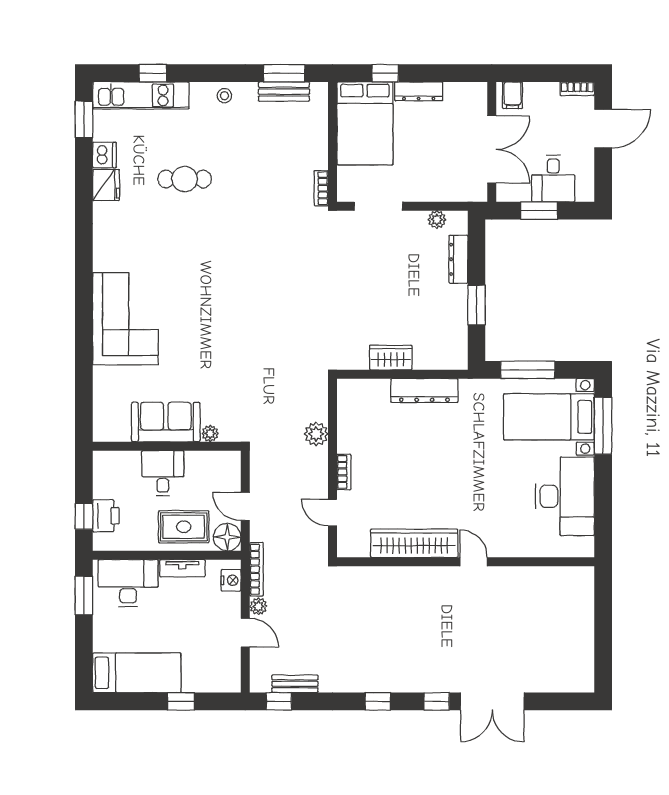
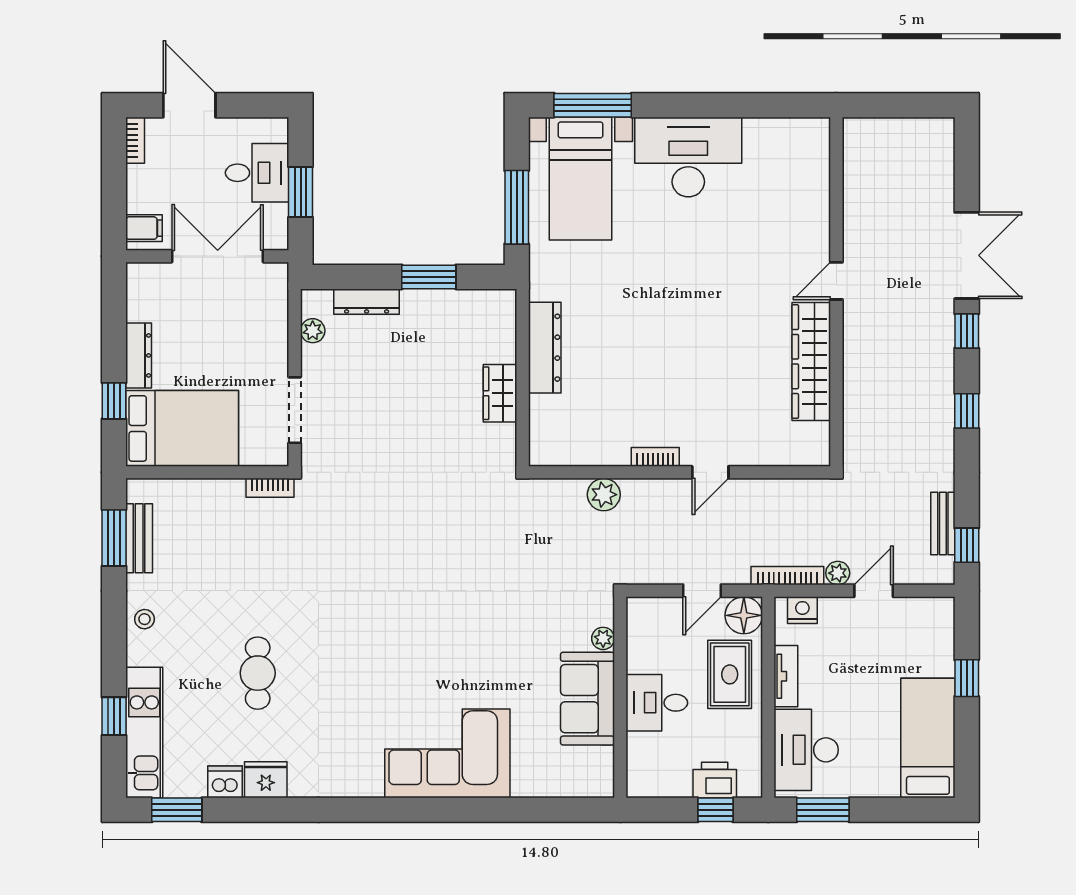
wardrobe: (414, 543) -> (811, 362), moved
wall: (466, 562) -> (836, 292), moved
door: (474, 562) -> (836, 281), moved

